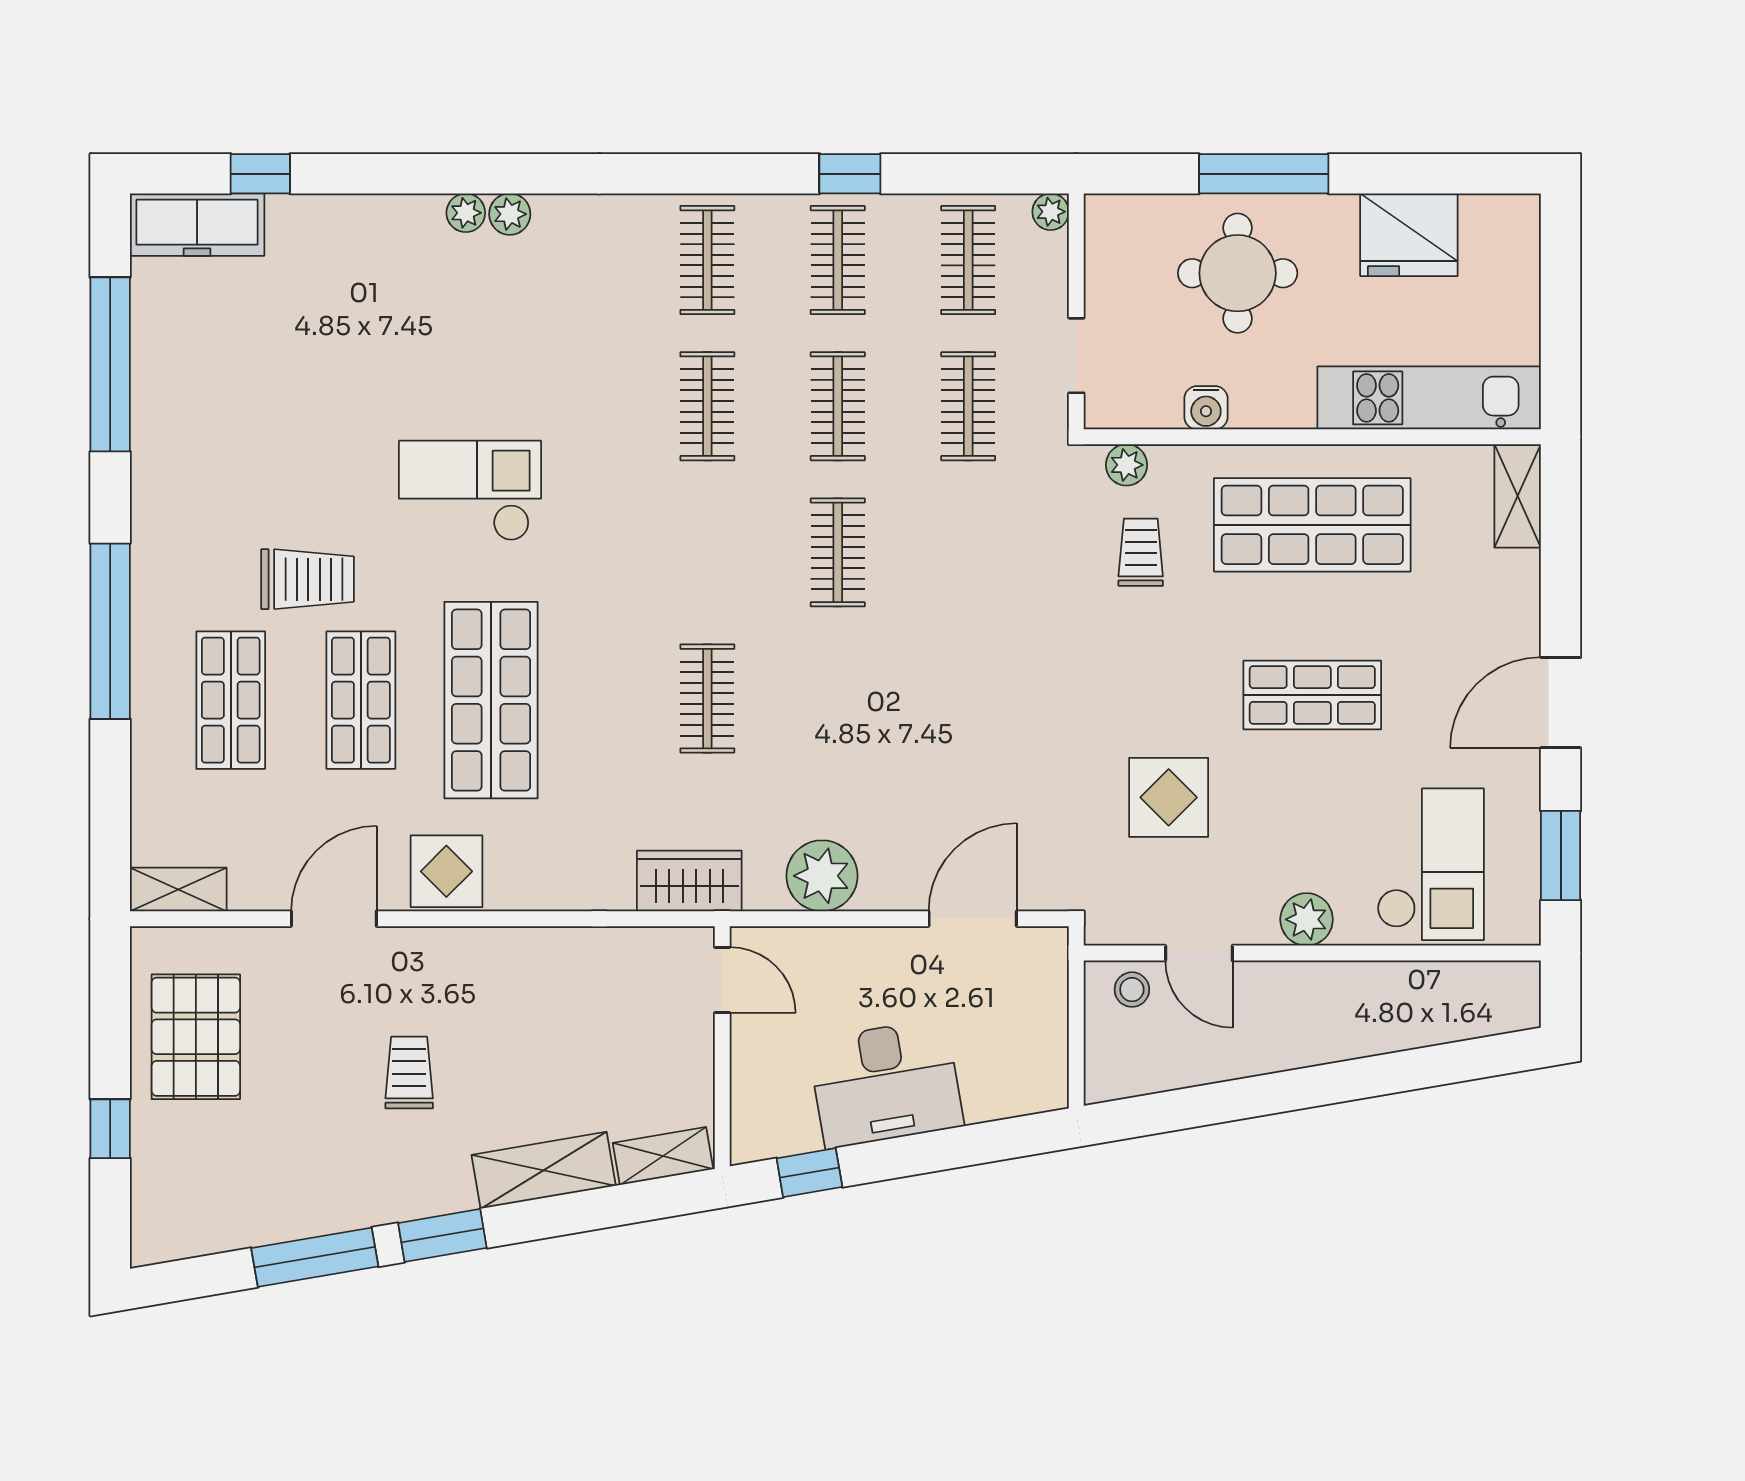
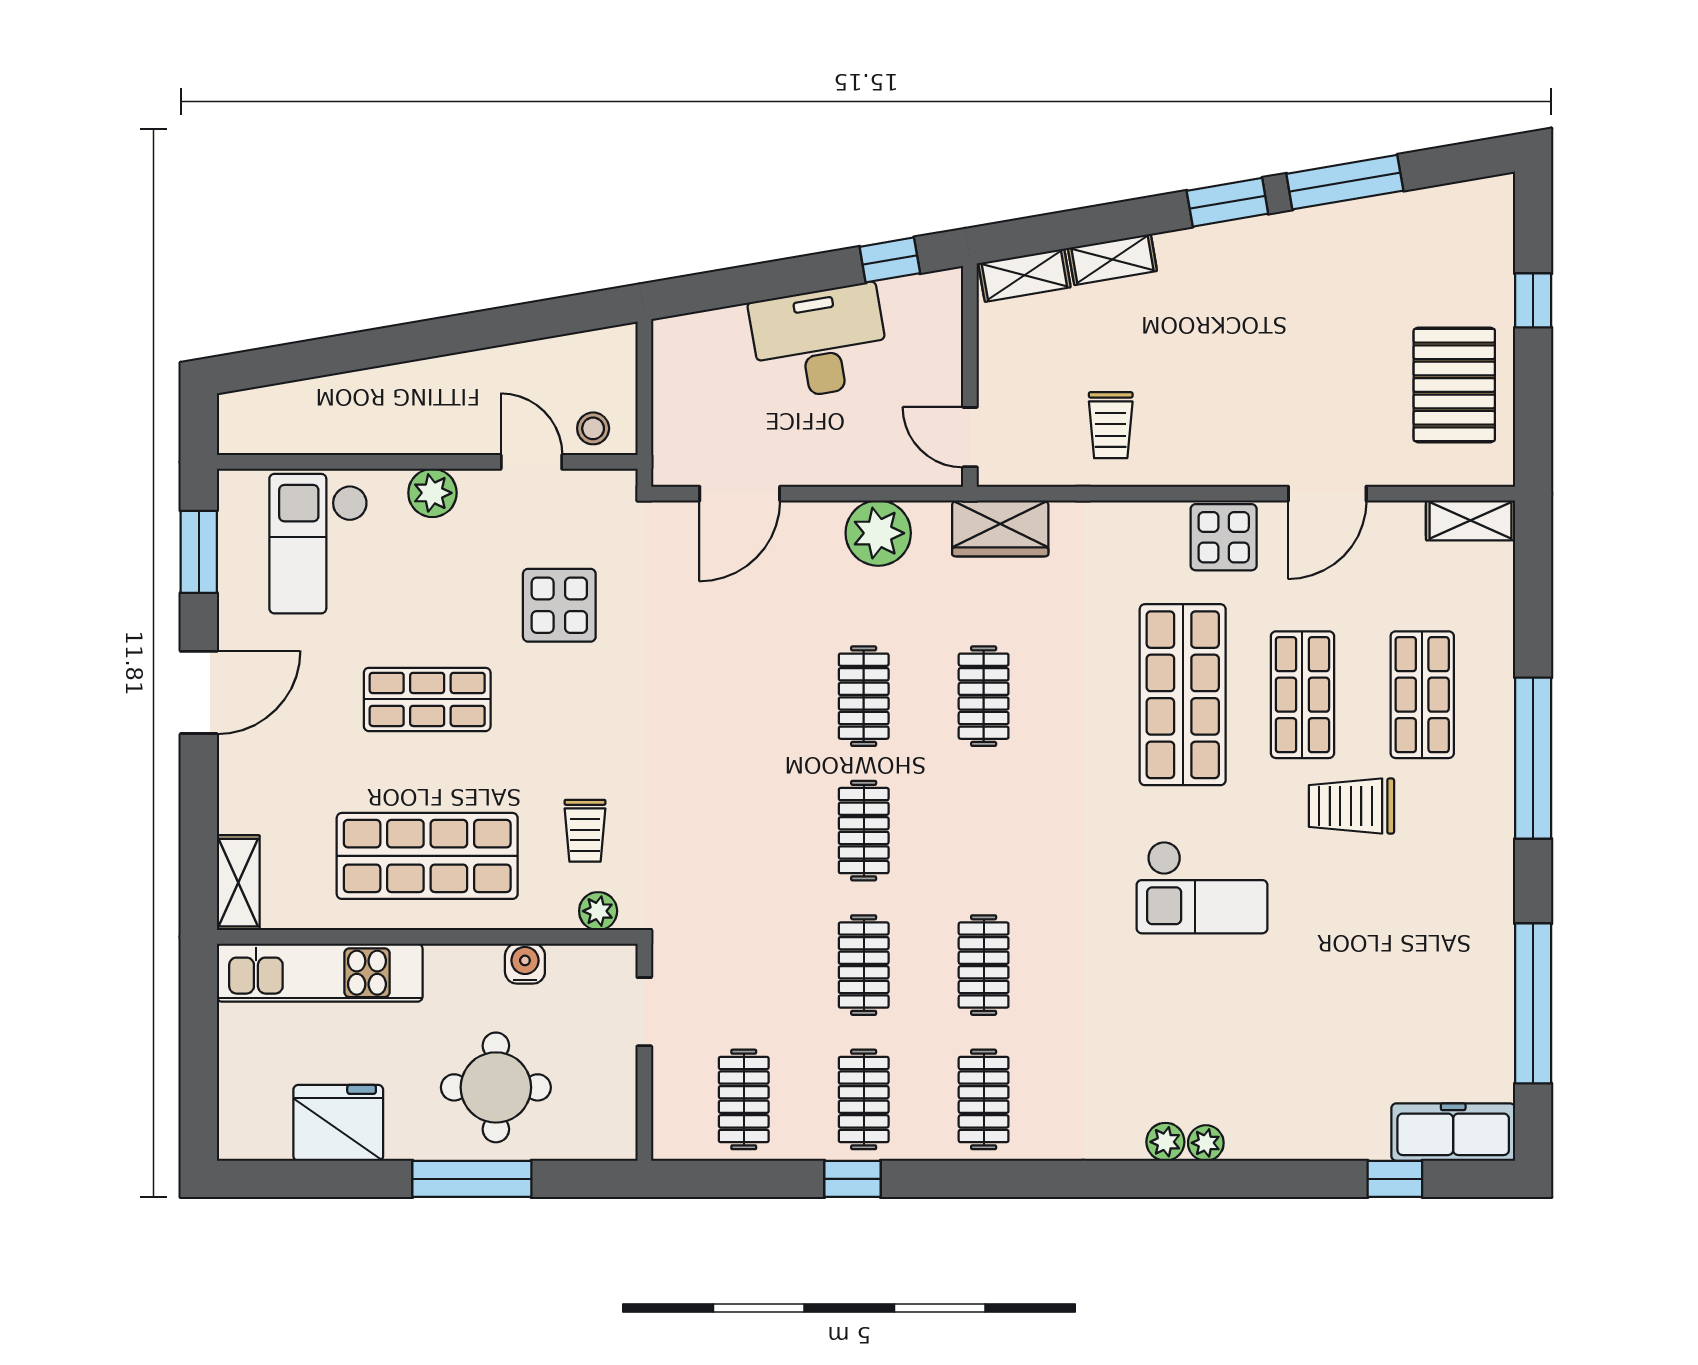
plant: (1051, 212) -> (668, 1144), removed
clothes rail: (968, 406) -> (864, 696), moved
trolley: (409, 1073) -> (1111, 425), moved
shelving: (544, 1170) -> (1112, 259), width x0.67, depth x0.75

